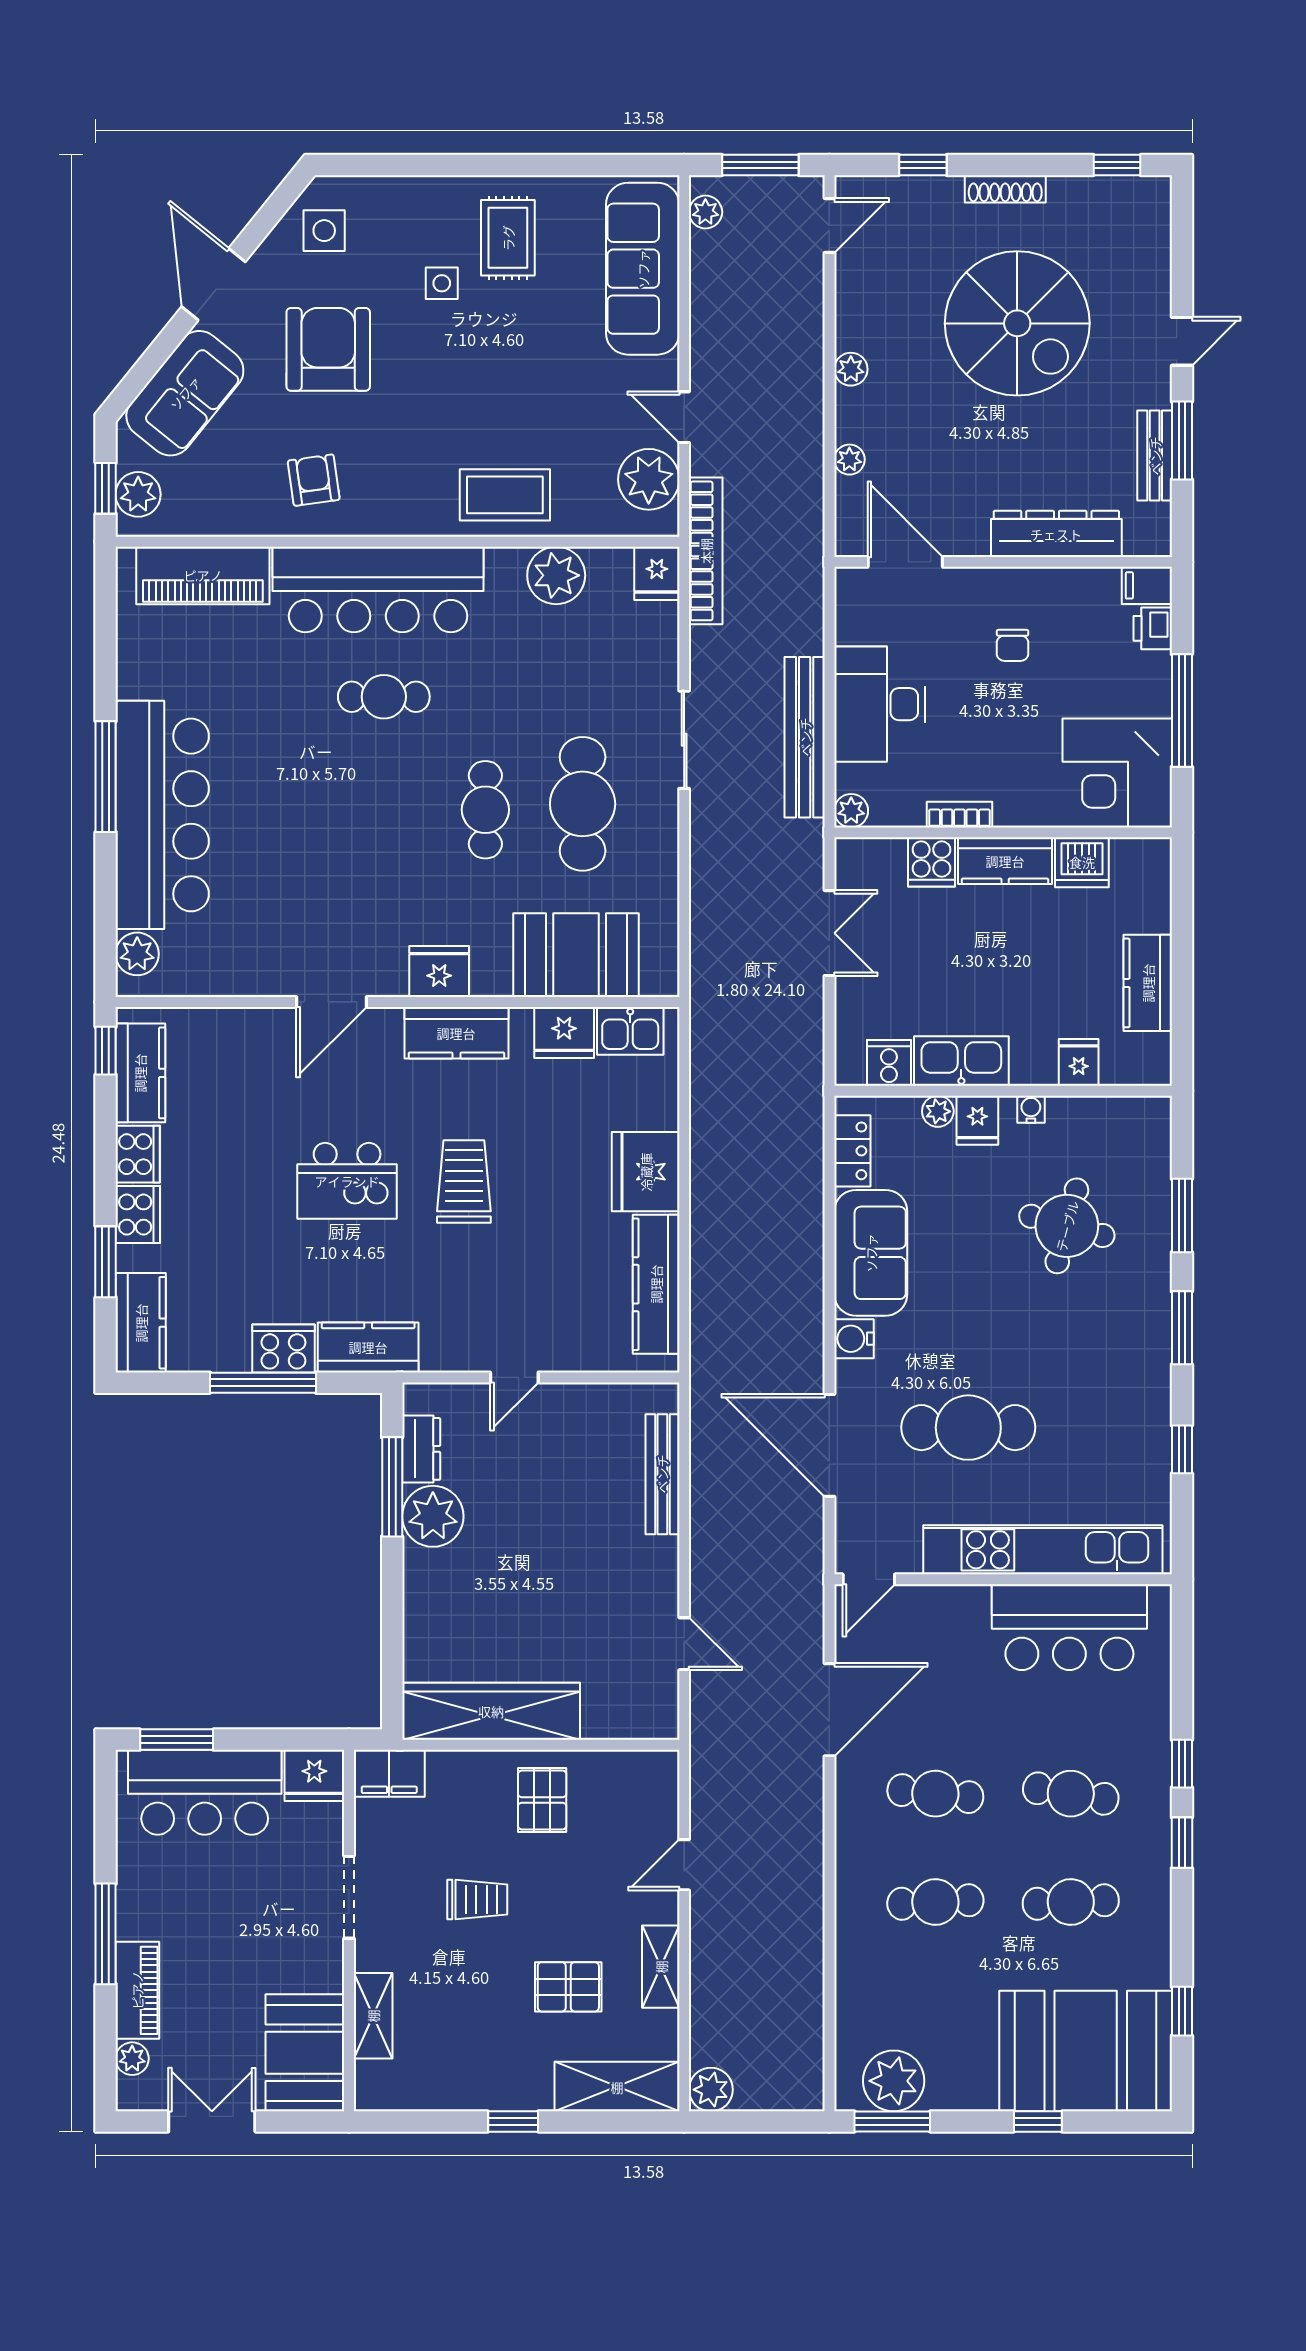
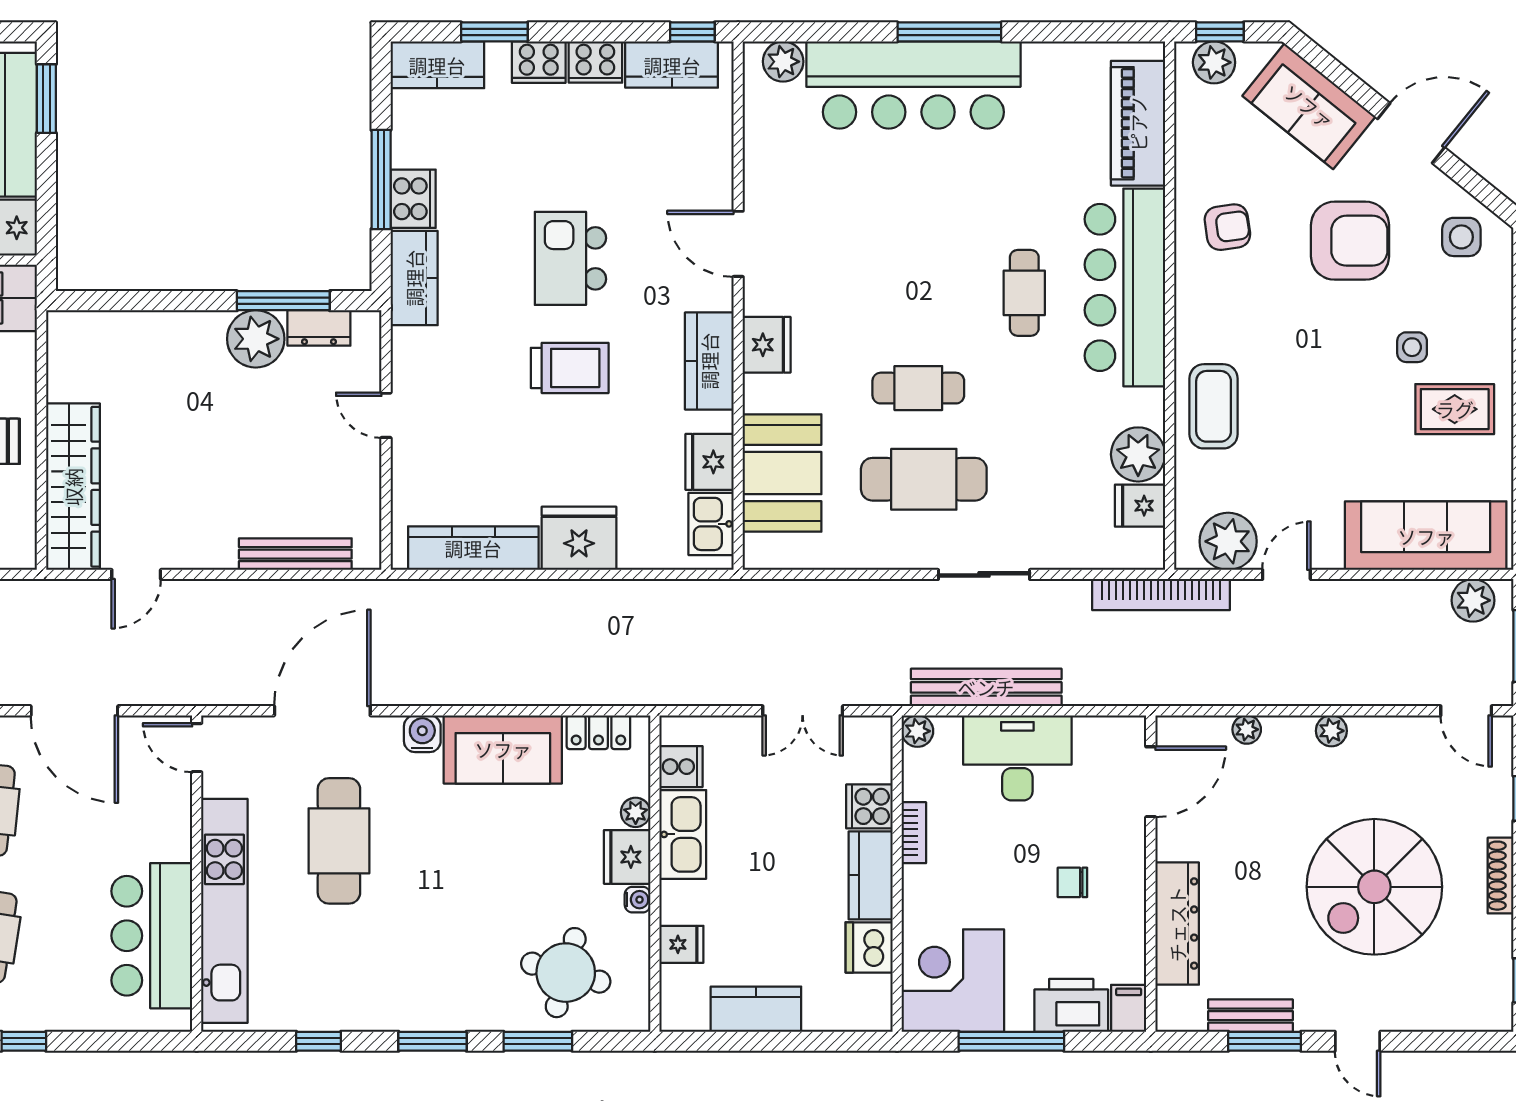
plant: (705, 212) -> (1473, 600), width x1.38, depth x1.38
fridge: (657, 573) -> (1140, 506), moved
printer: (1153, 628) -> (1071, 1005), width x1.87, depth x1.48
fridge: (977, 1120) -> (627, 857), width x1.38
round table: (1067, 1226) -> (566, 973), moved
wardrobe: (491, 1711) -> (73, 487), moved

